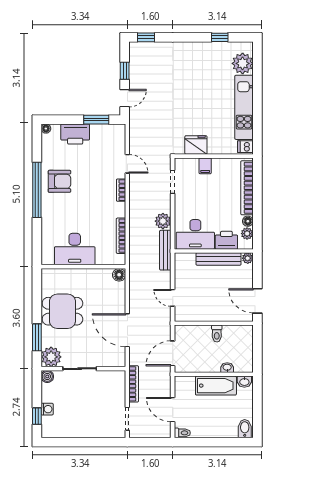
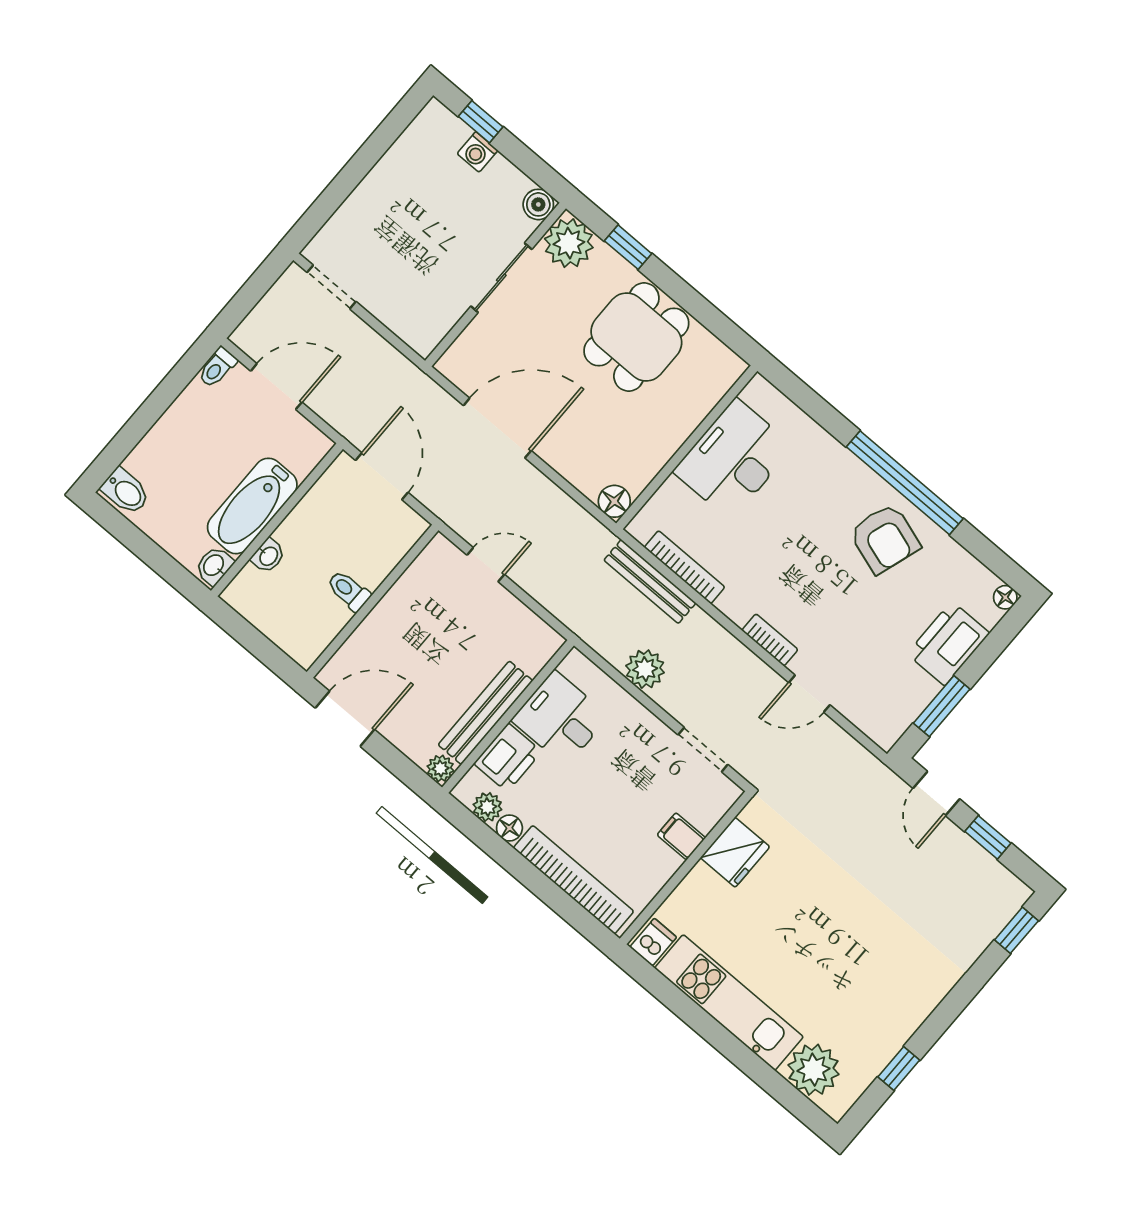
armchair: (59, 181) -> (885, 539), turned -72
desk: (195, 234) -> (560, 718), width x0.73
bench: (165, 250) -> (650, 582), moved
window: (37, 337) -> (628, 247), width x0.67
bookcase: (134, 384) -> (387, 355), removed

